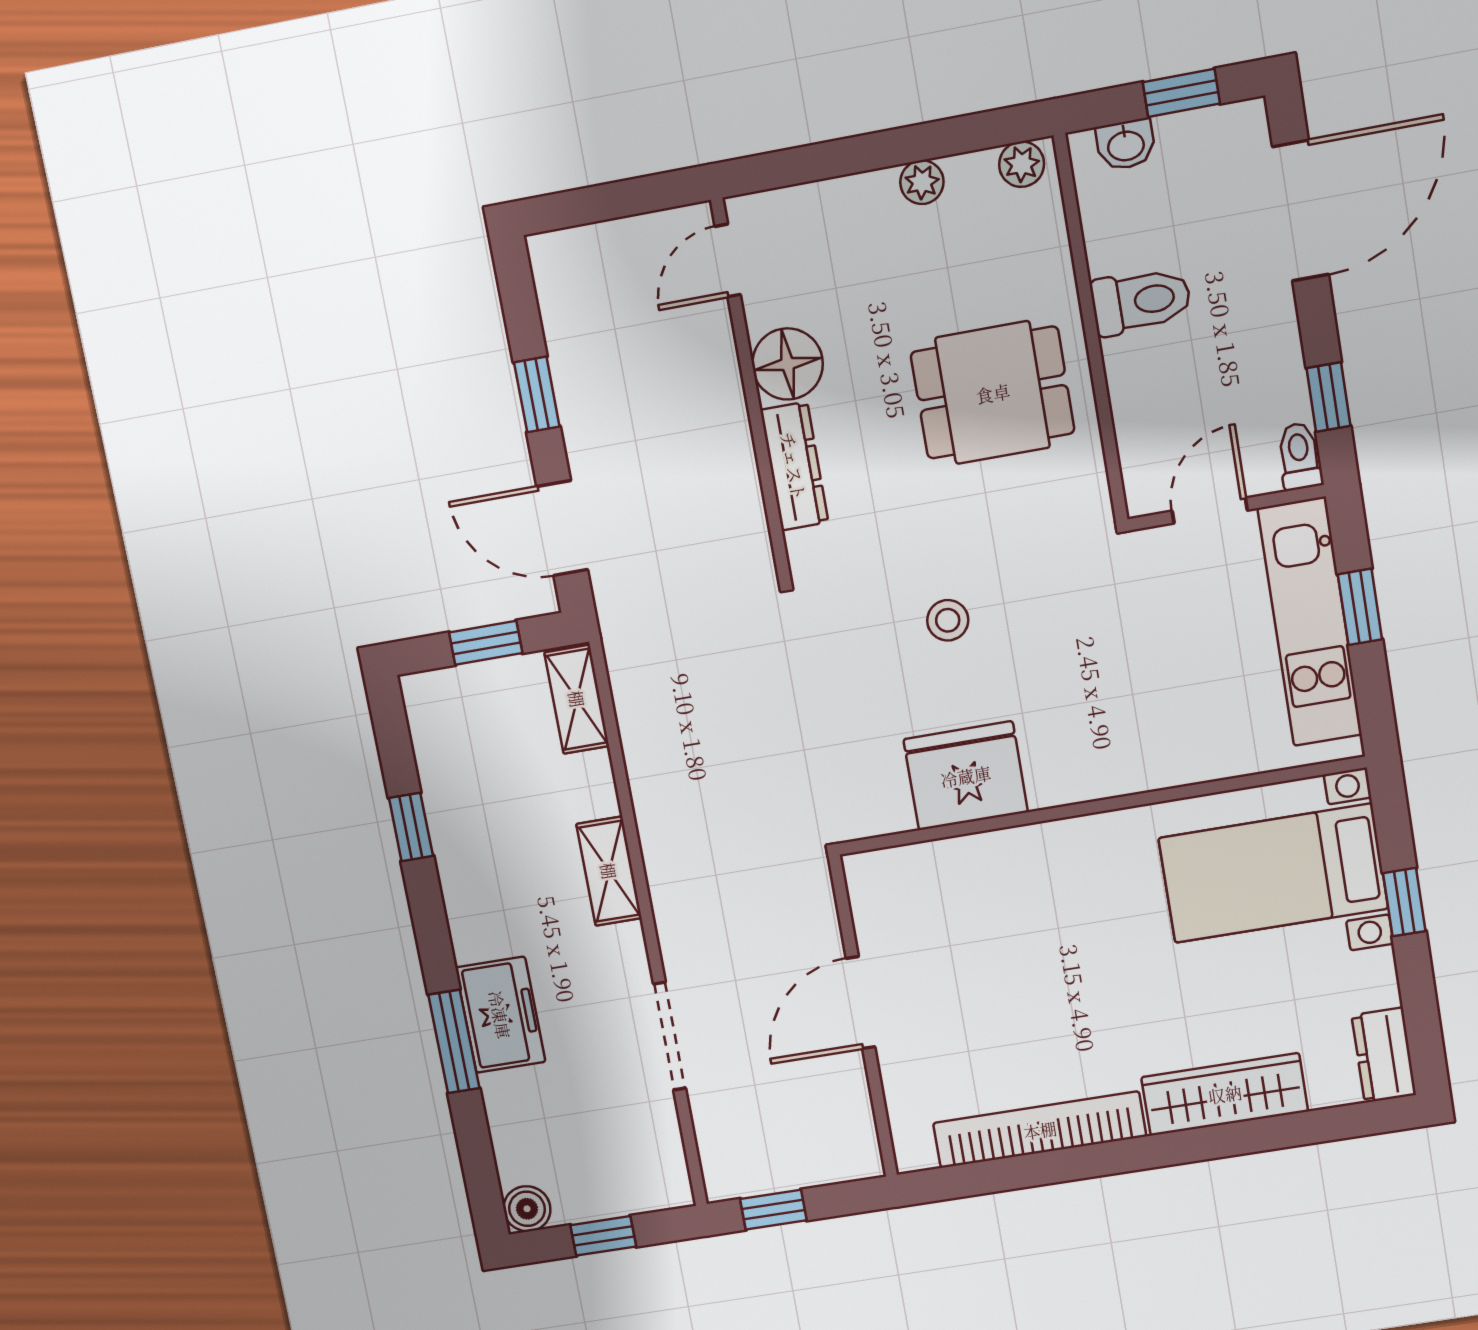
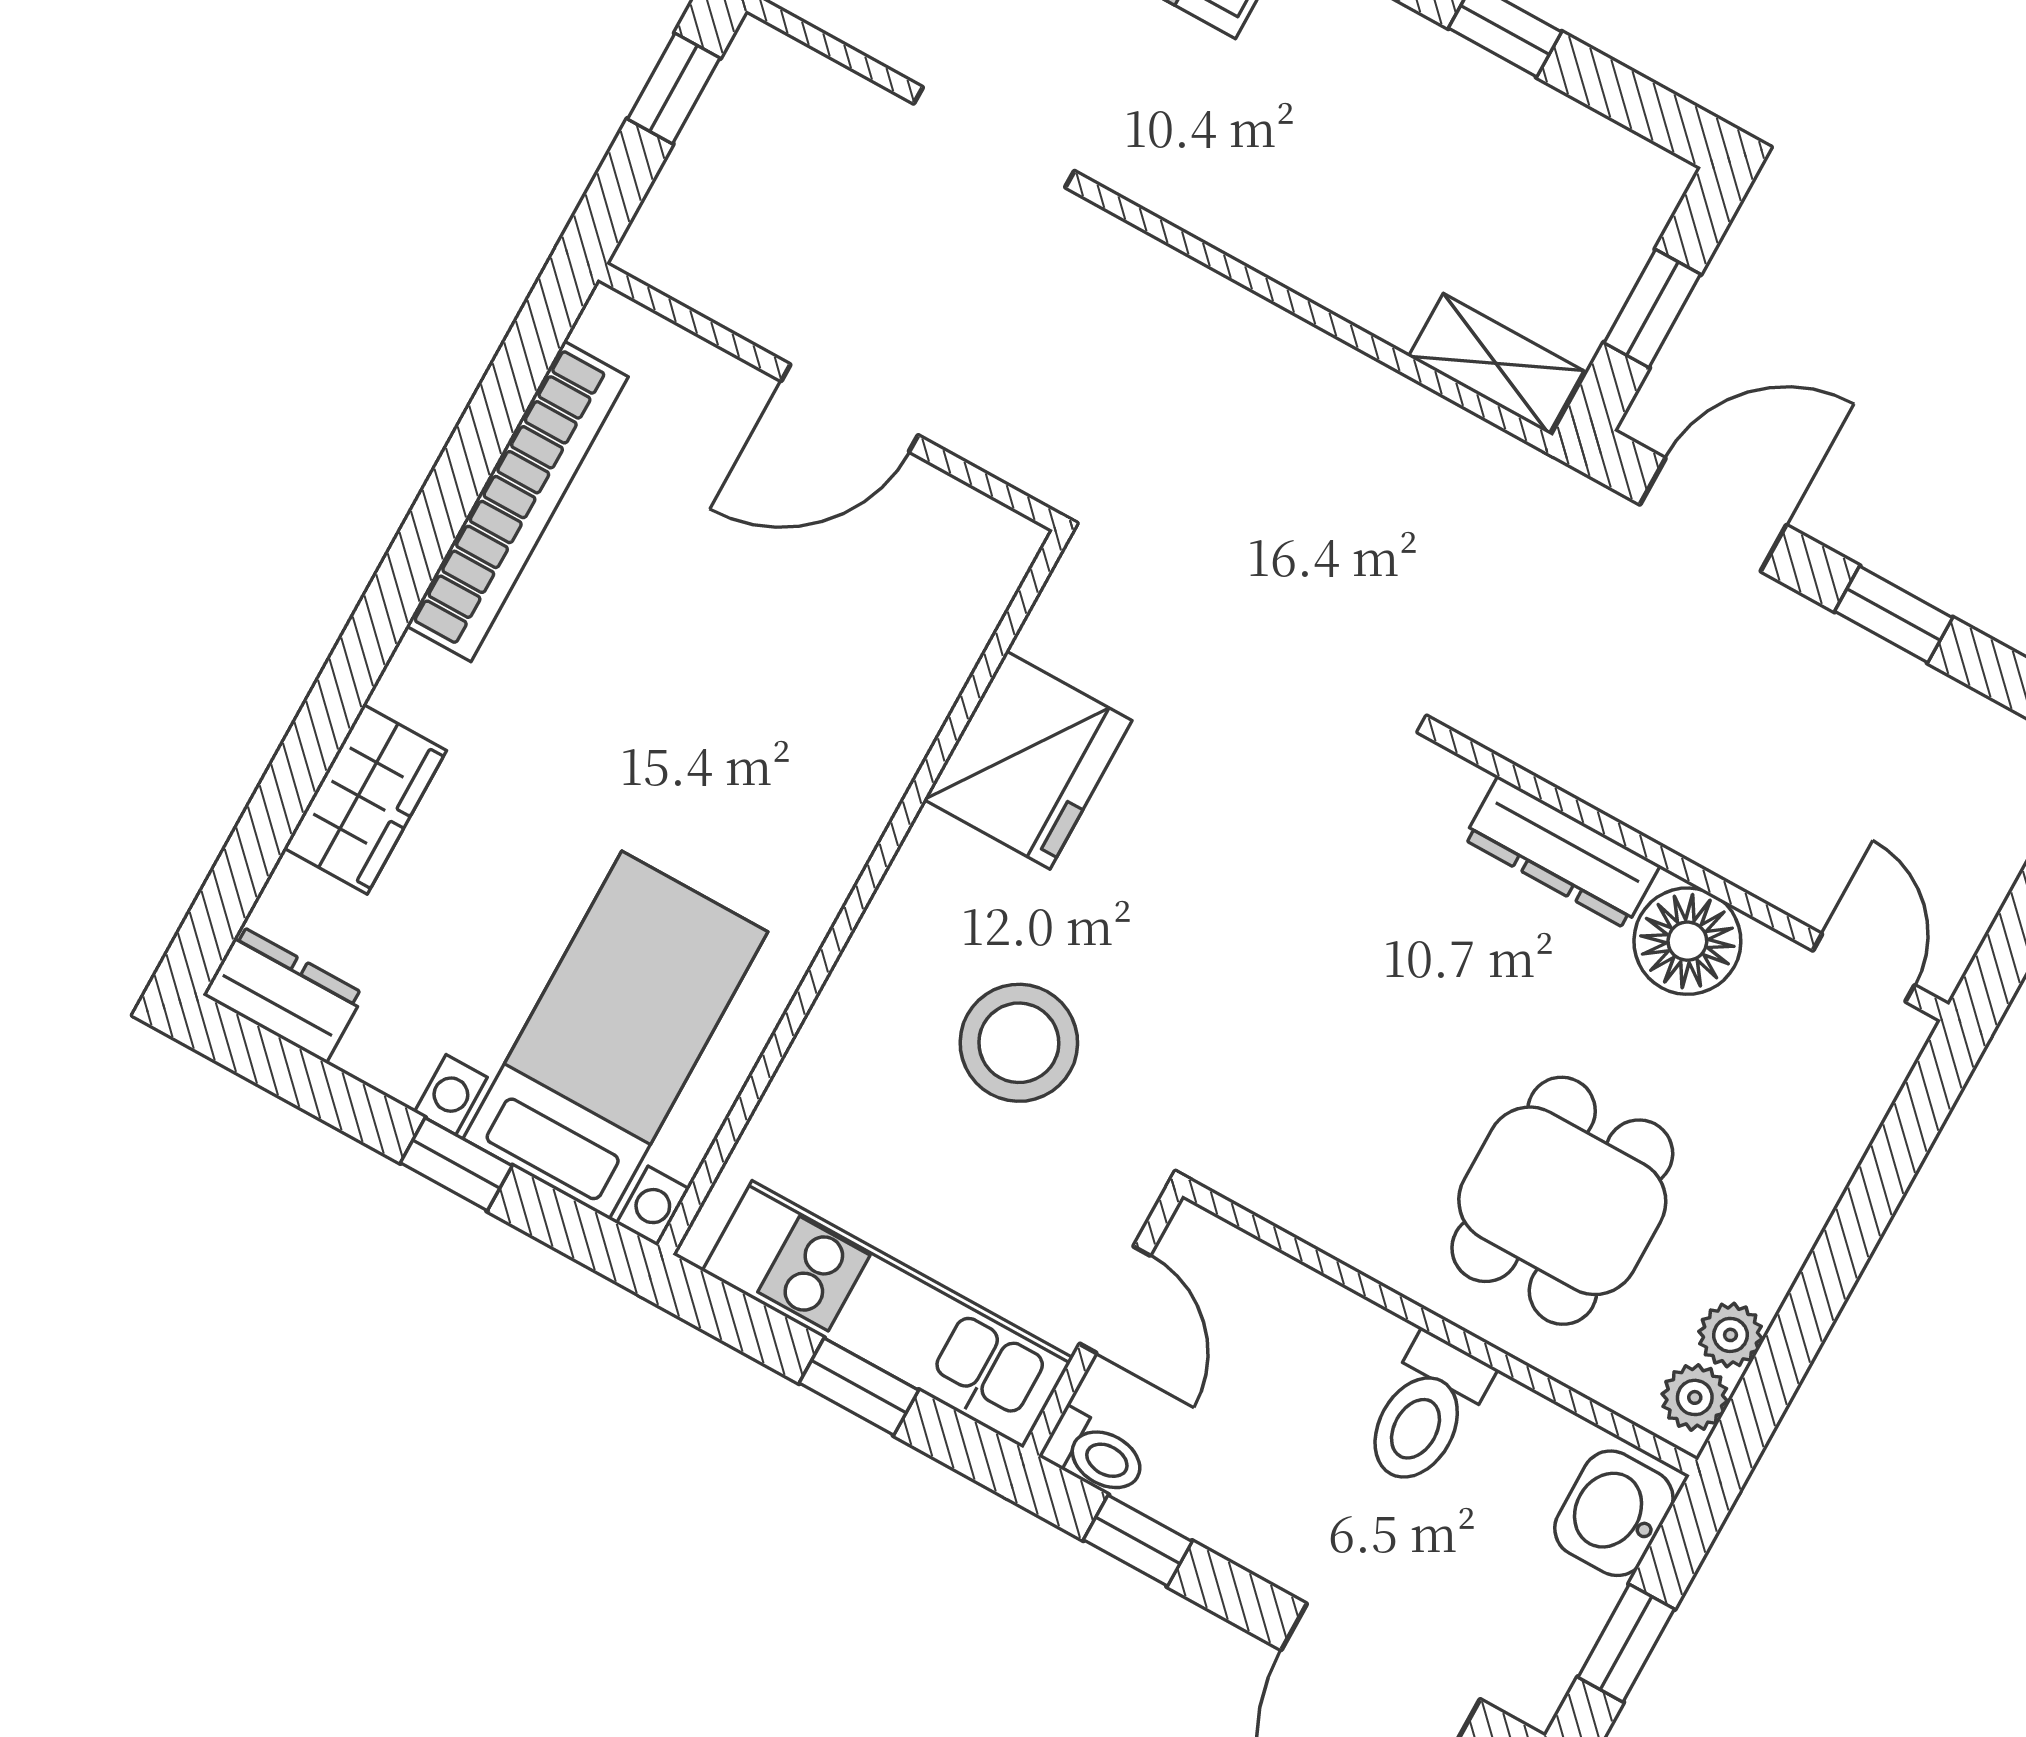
washbasin: (1126, 145) -> (1614, 1513), width x1.38, depth x1.45
plant: (922, 182) -> (1731, 1335), moved
dining table: (993, 393) -> (1562, 1201), moved
stool: (948, 620) -> (1019, 1043), moved, width x1.89, depth x1.89
shelving: (609, 871) -> (1257, 230), removed
door: (861, 1003) -> (850, 408), swing flipped
wardrobe: (1225, 1094) -> (365, 799), width x0.67

